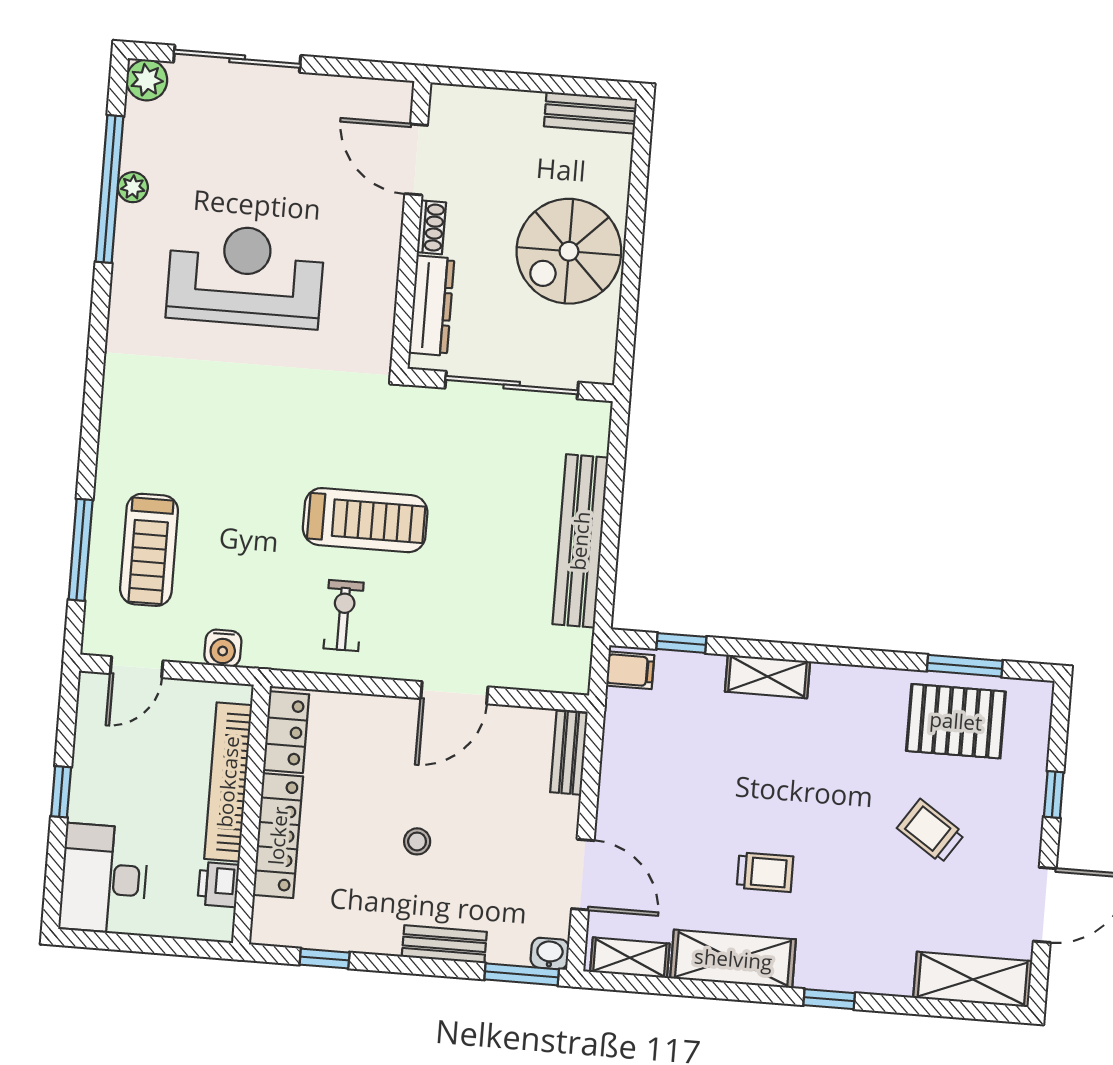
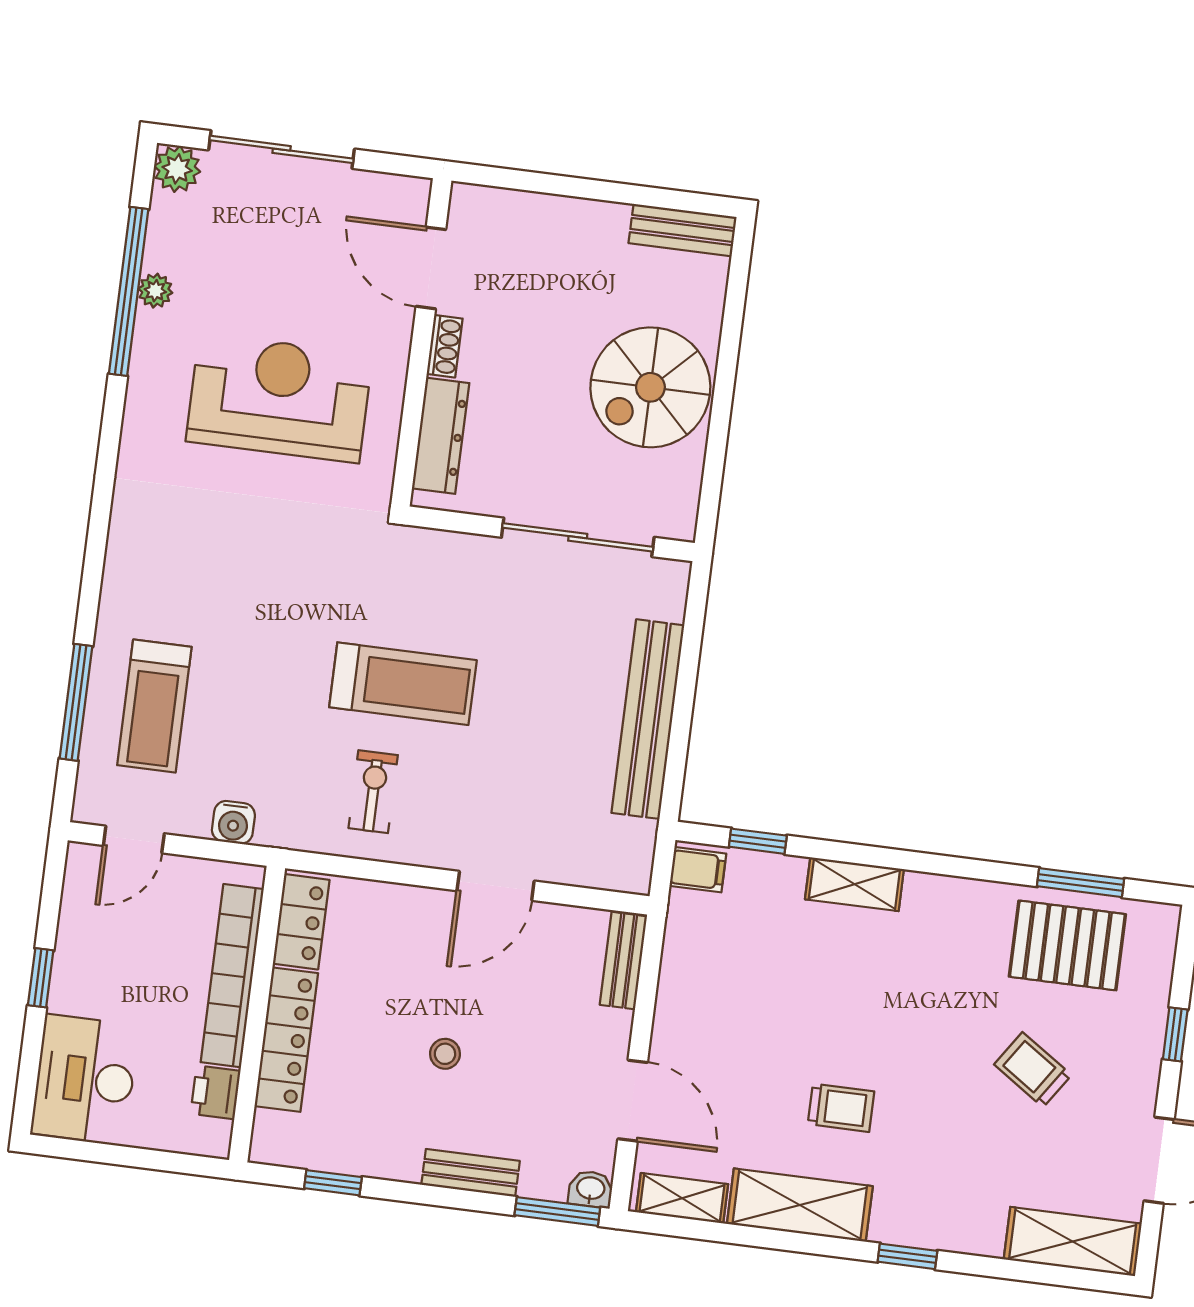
door: (416, 160) -> (431, 268), moved
wall: (411, 225) -> (421, 342), moved
shoe rack: (431, 227) -> (445, 346), moved
dresser: (432, 306) -> (441, 436), moved

